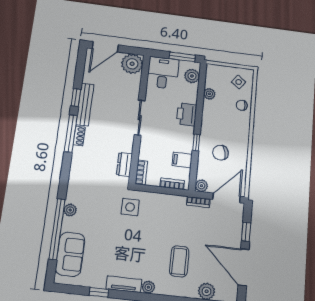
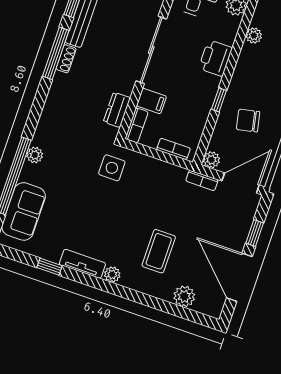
sliding door: (140, 118) -> (151, 50), width x1.37
filing cabinet: (182, 160) -> (151, 101), moved, turned 180

